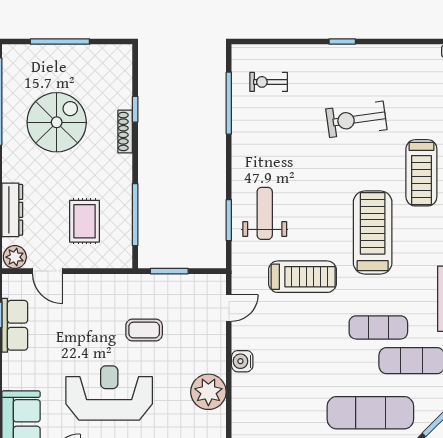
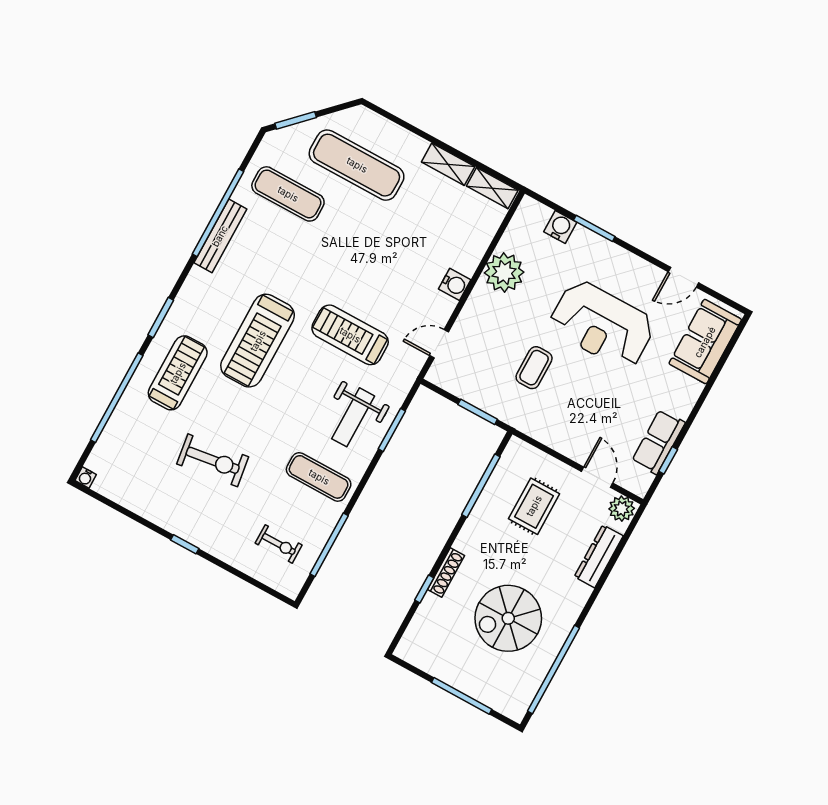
exercise mat: (378, 327) -> (319, 477), moved
coffee table: (144, 330) -> (534, 368), turned 90

